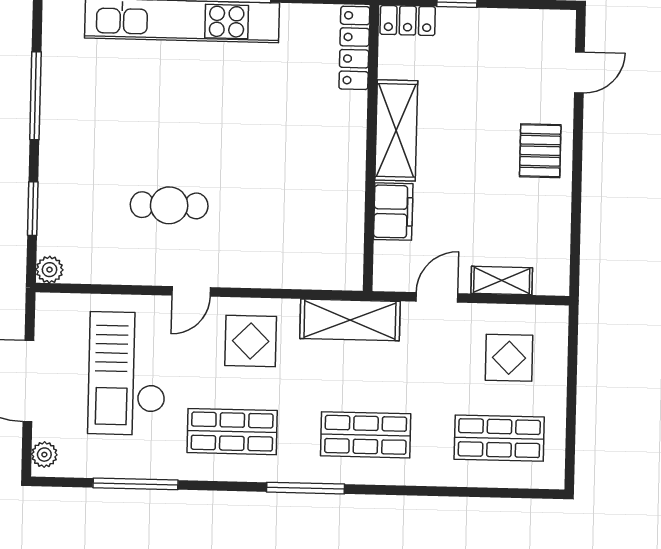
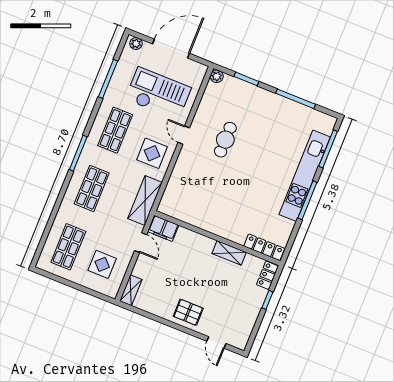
shelving: (396, 130) -> (229, 253), width x0.67, depth x0.75
filing cabinet: (393, 212) -> (163, 228), moved
shelving: (502, 281) -> (131, 290), moved

